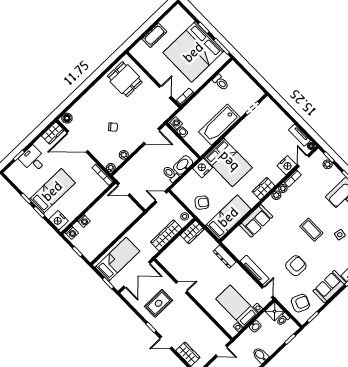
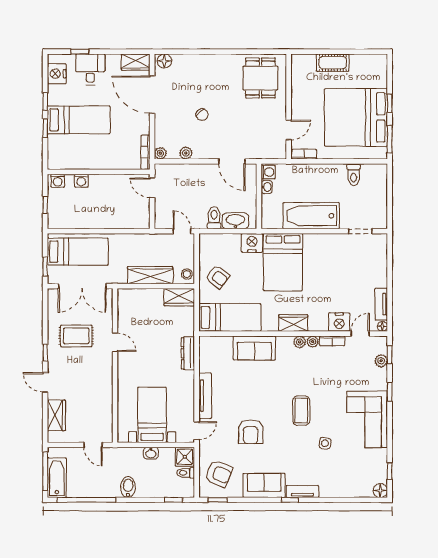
nightstand: (58, 220) -> (57, 74), moved
armchair: (296, 266) -> (251, 432), turned 90

